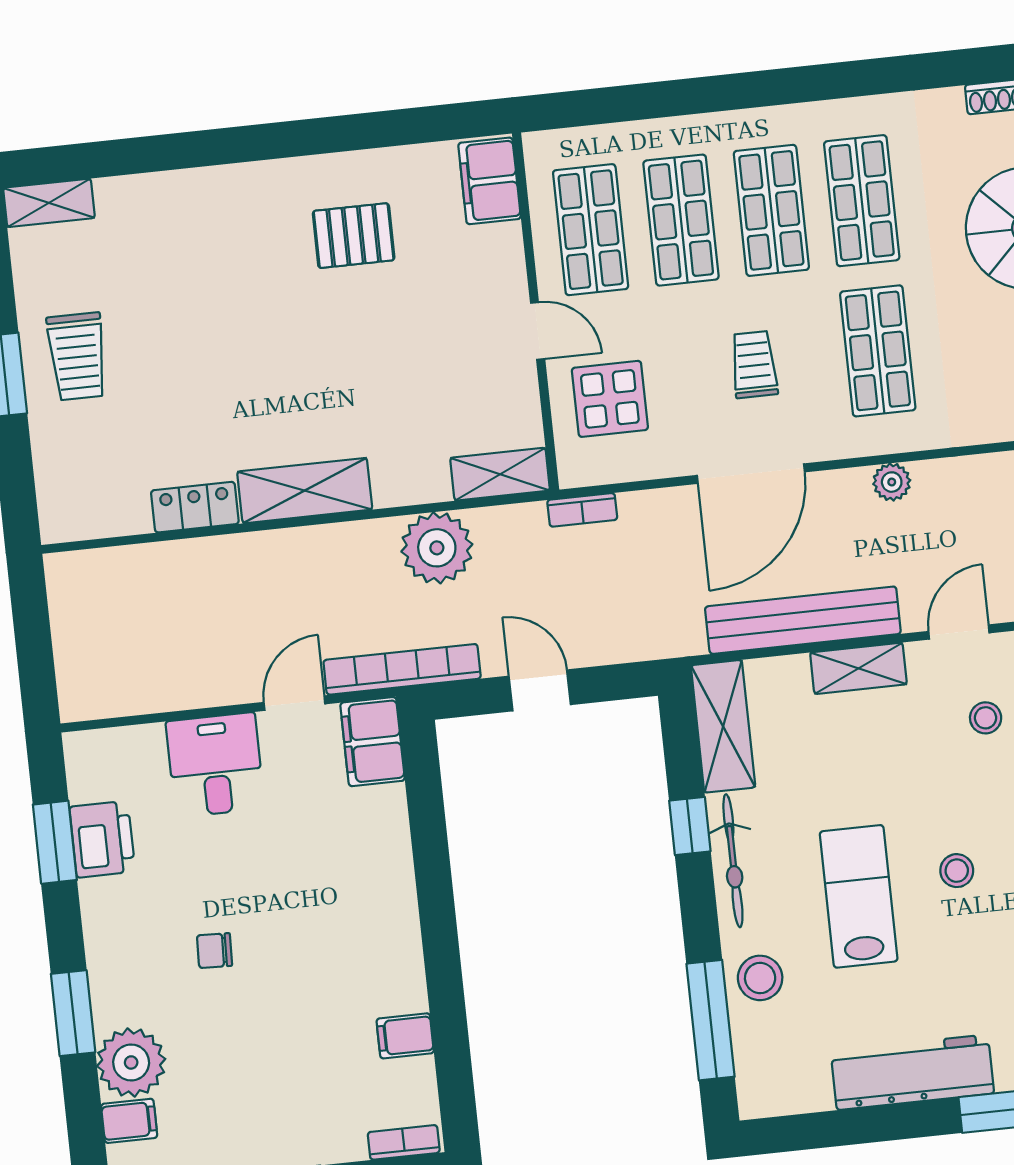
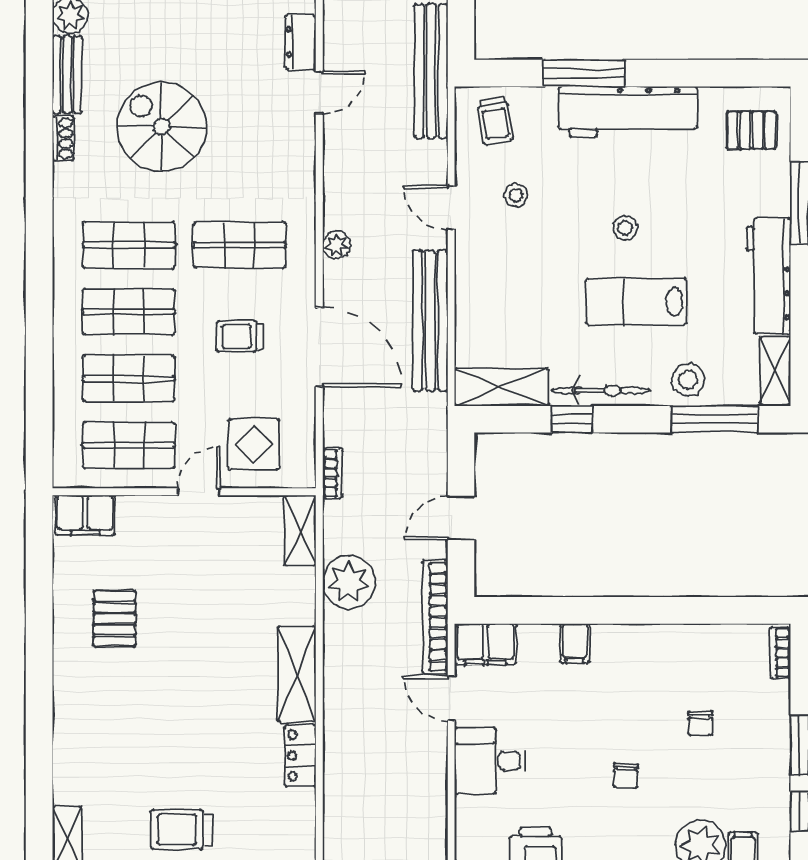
trolley: (77, 356) -> (181, 830), turned 180
shelving: (858, 668) -> (775, 371), moved
filing cabinet: (405, 1036) -> (575, 643), moved
chair: (296, 1044) -> (700, 723), added

